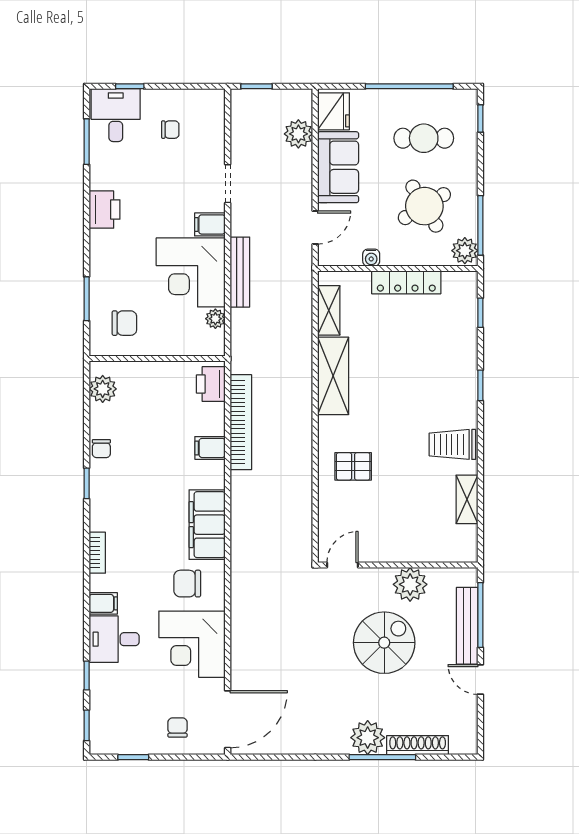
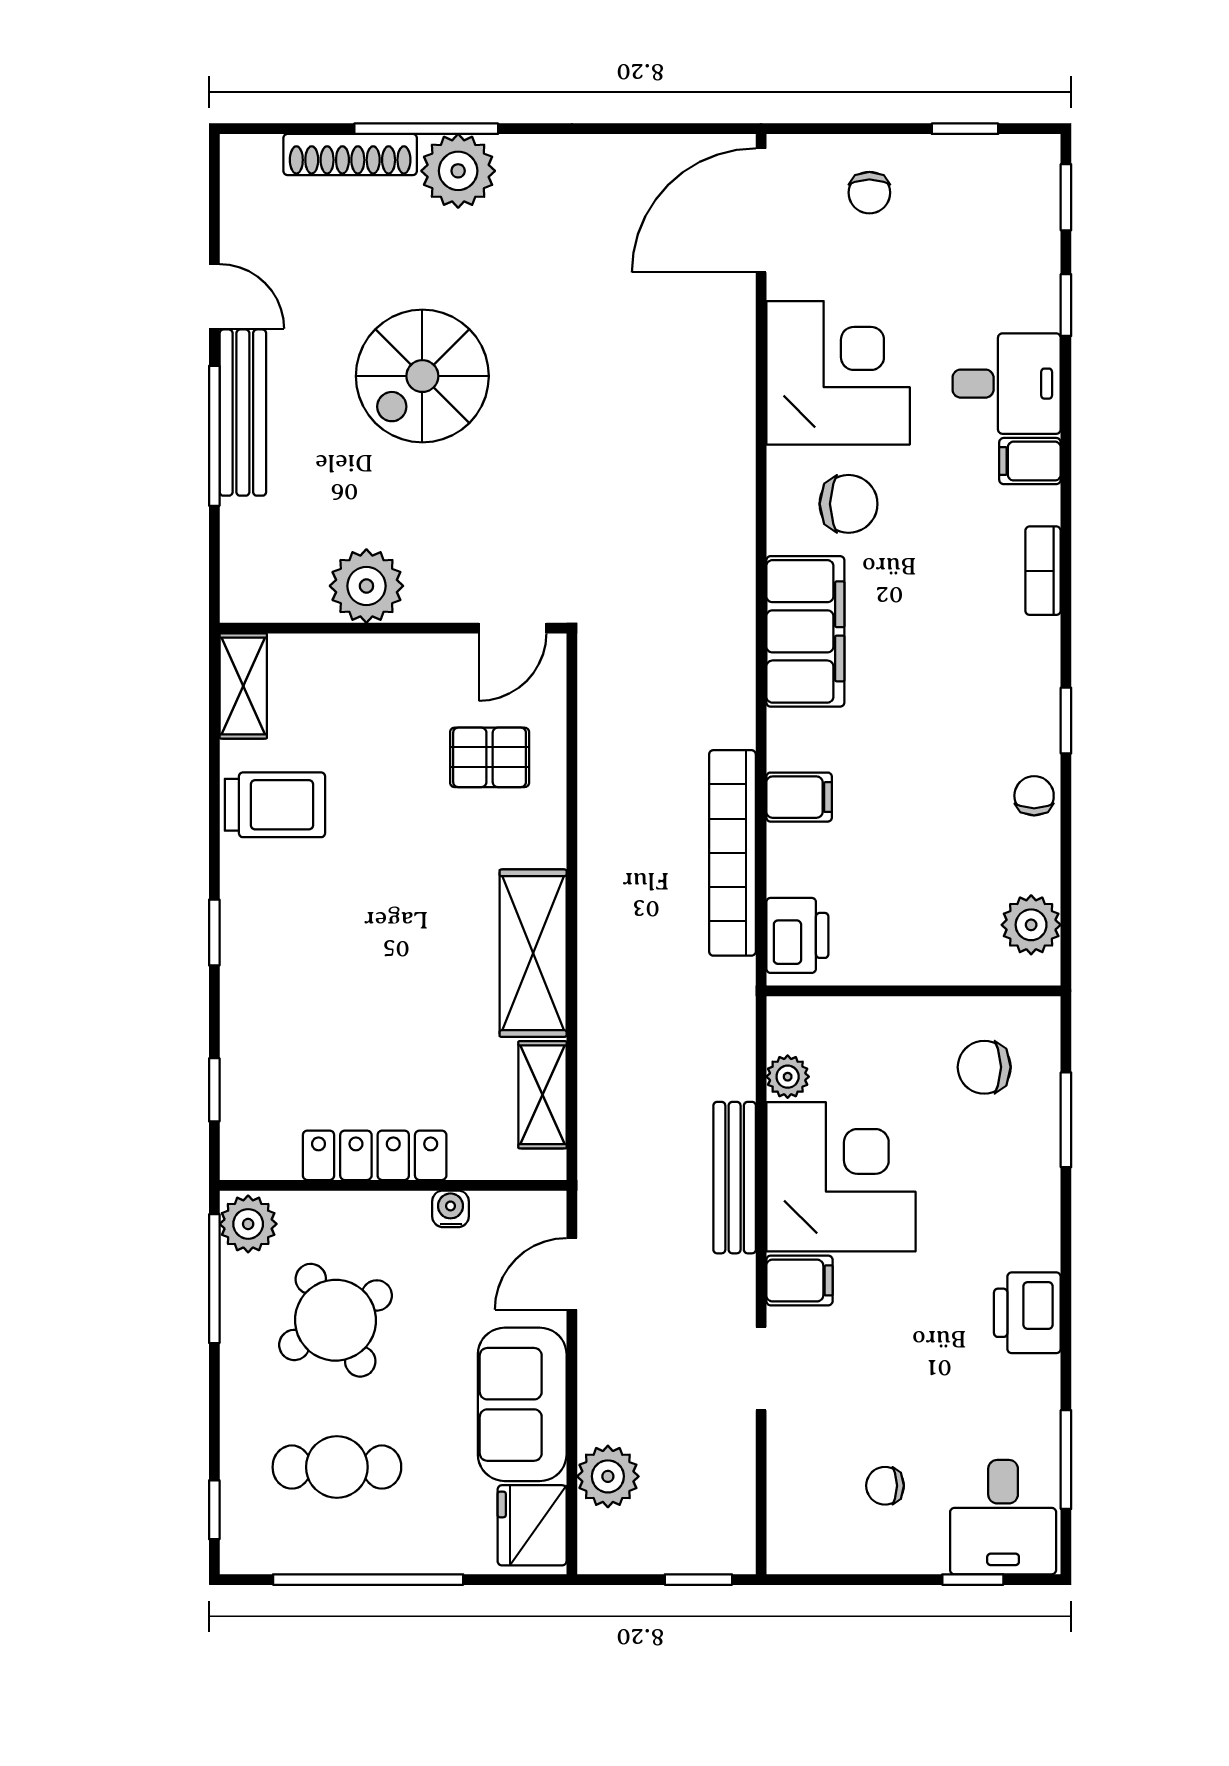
door: (342, 565) -> (513, 628), moved
wall: (398, 565) -> (393, 628), moved
plant: (410, 584) -> (366, 586), moved

